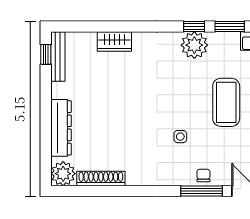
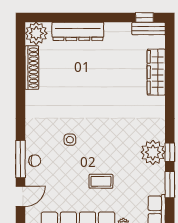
wardrobe: (114, 41) -> (156, 72), width x1.50
bench: (58, 57) -> (149, 28), width x0.73
coffee table: (226, 102) -> (101, 181), width x0.54, depth x0.58

